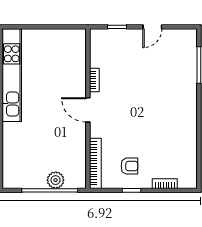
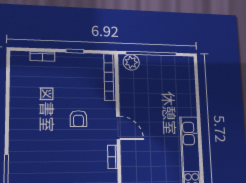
armchair: (129, 166) -> (78, 119), moved, turned -90
plant: (56, 180) -> (131, 62), moved

